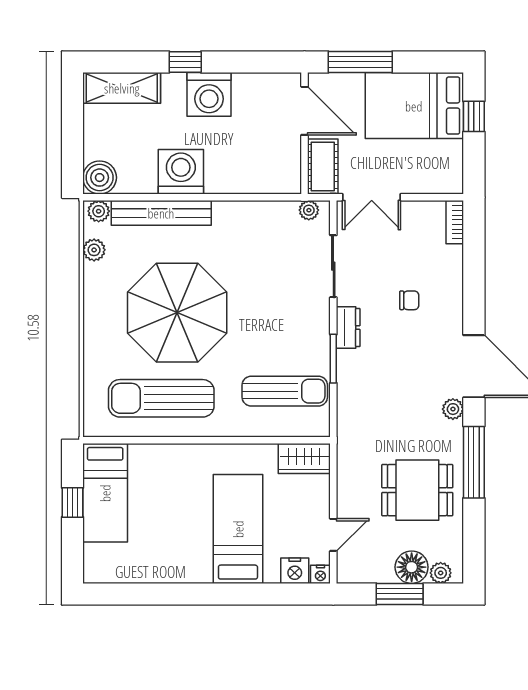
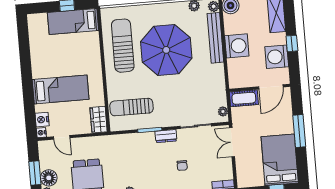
door: (305, 111) -> (271, 87), moved
wall: (305, 133) -> (260, 88), moved
cot: (323, 166) -> (244, 98), moved
sun lounger: (285, 391) -> (131, 107), turned 90

